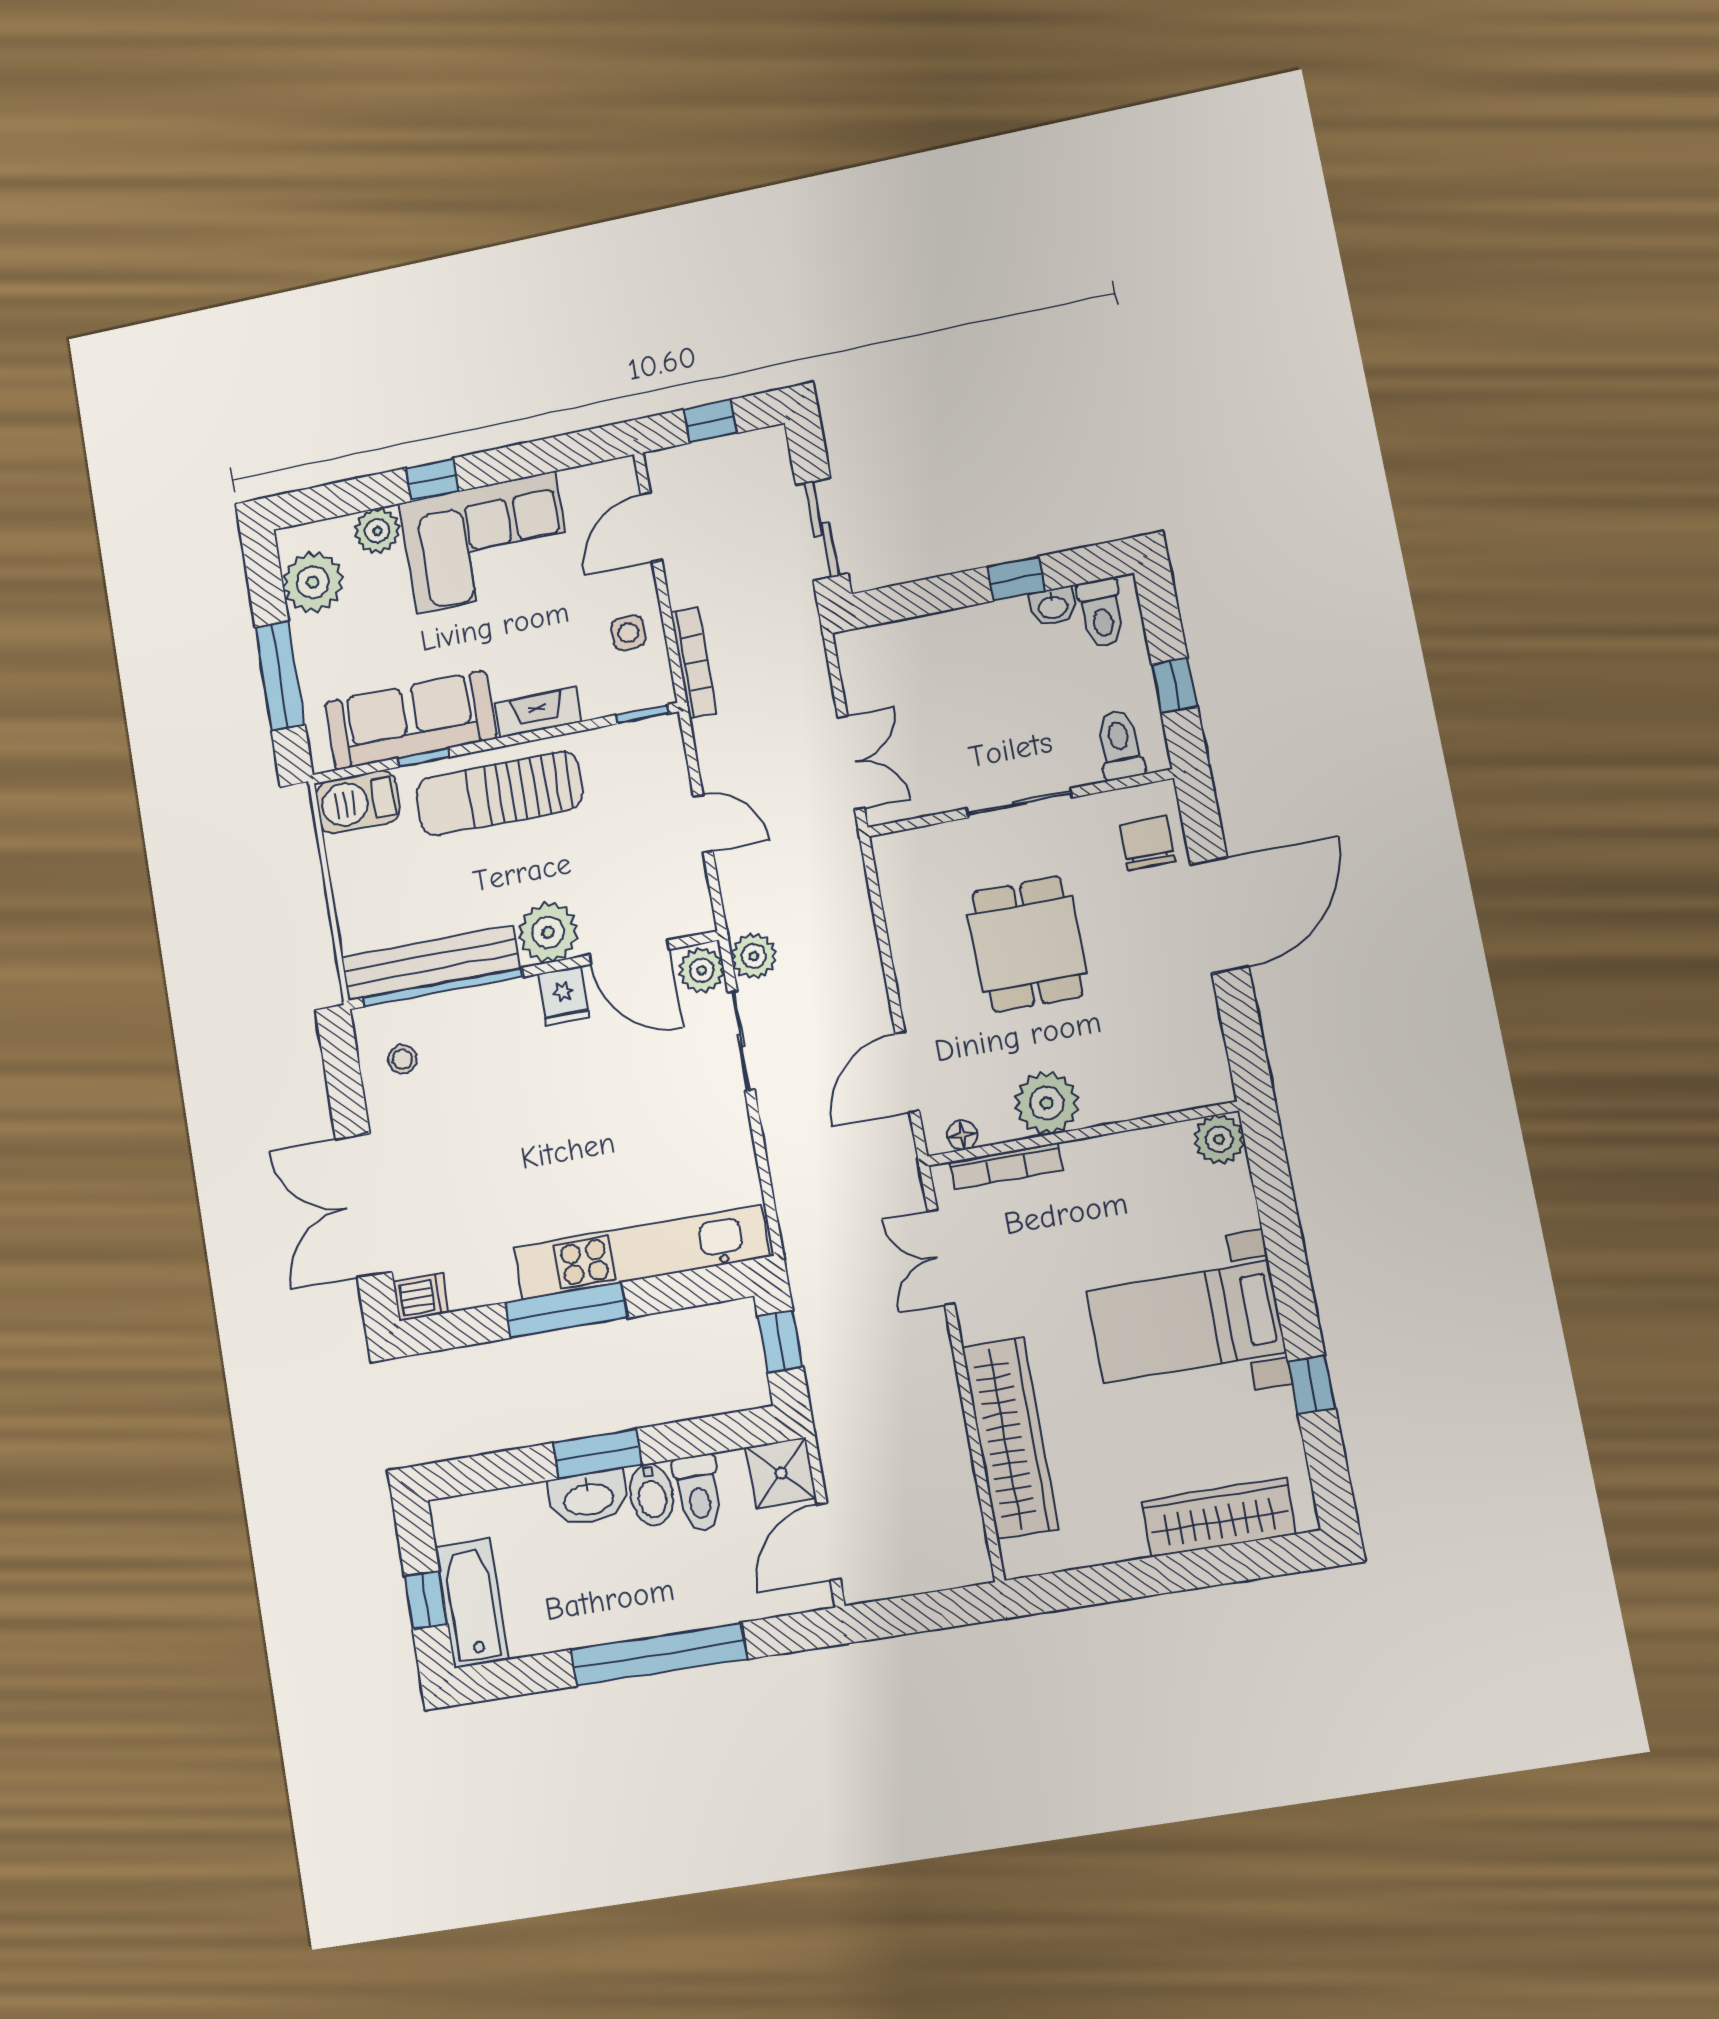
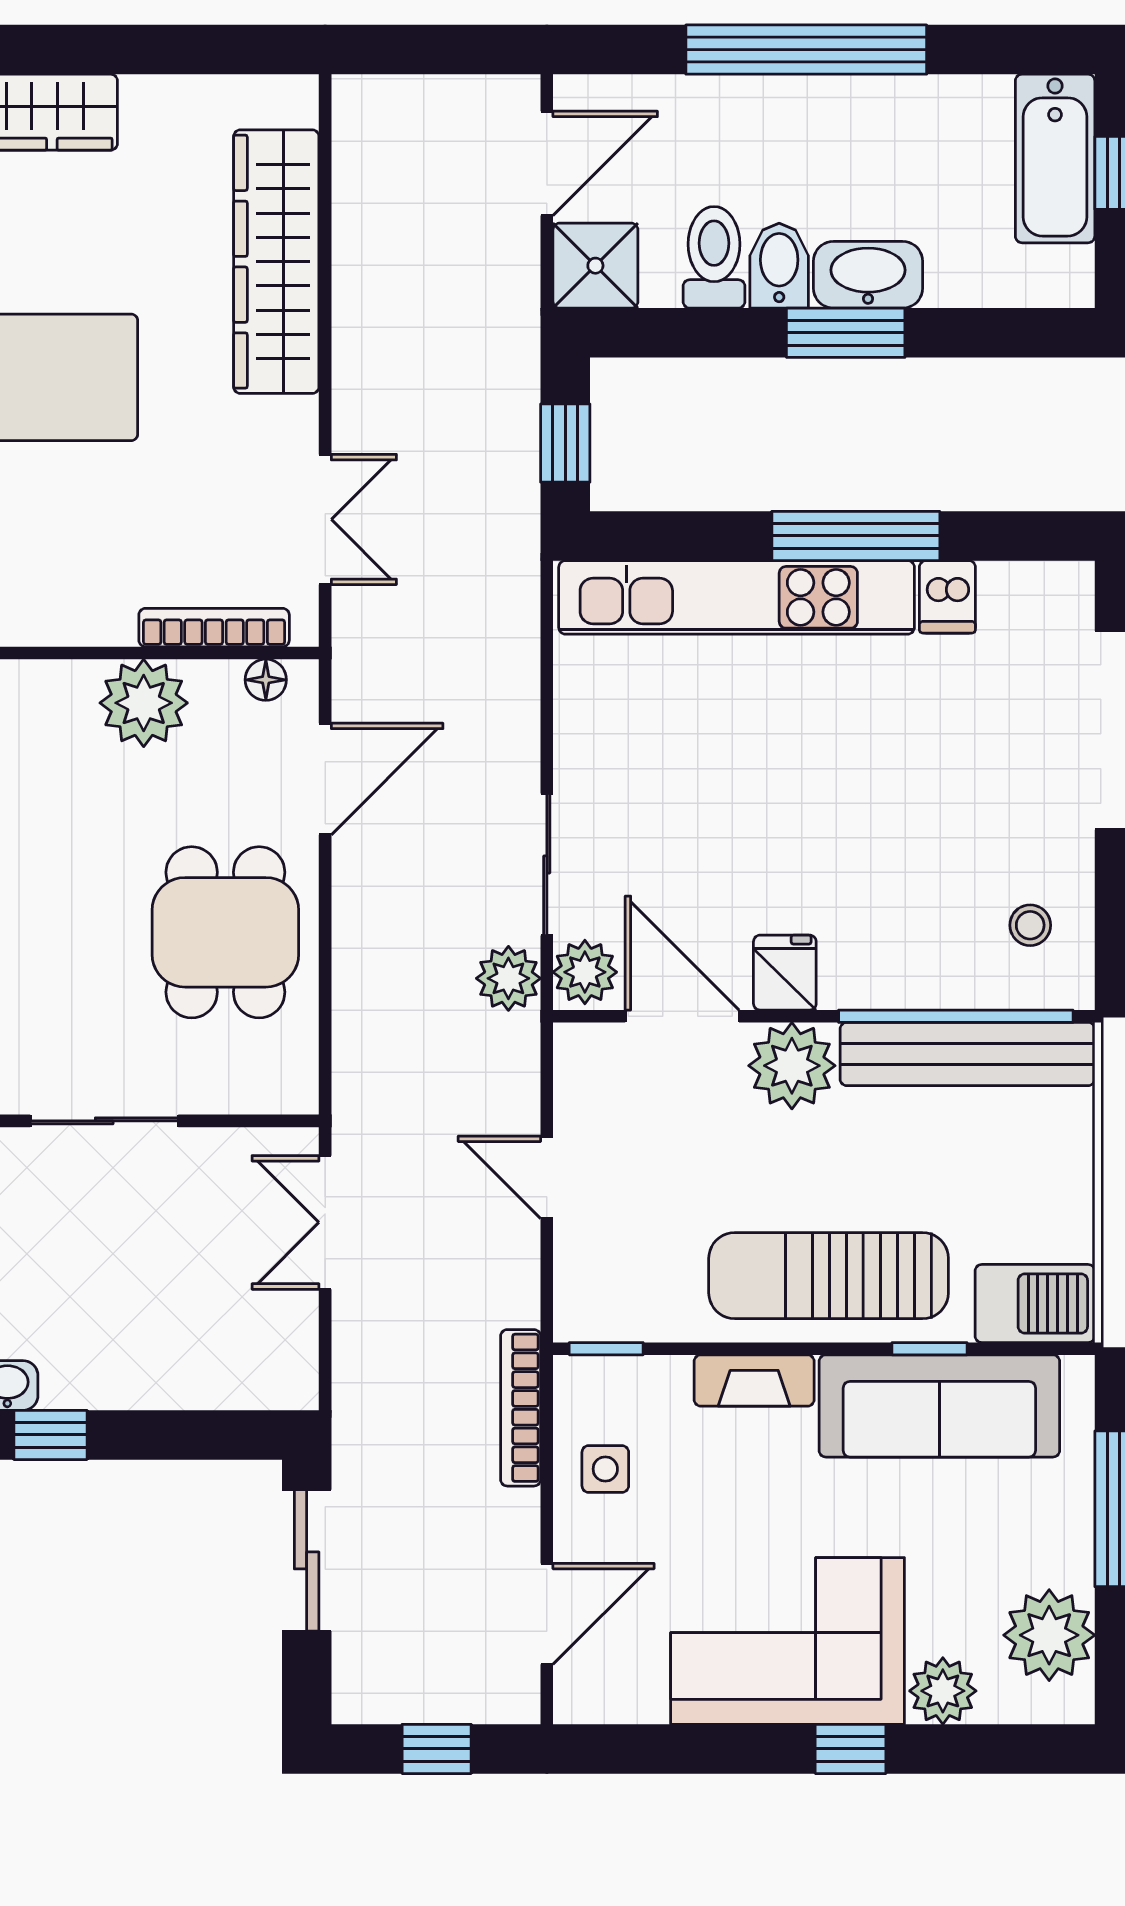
sun lounger: (499, 794) -> (829, 1276), turned 180
dining table: (1027, 944) -> (225, 932), moved
dishwasher: (421, 1297) -> (947, 597), moved, turned -90

